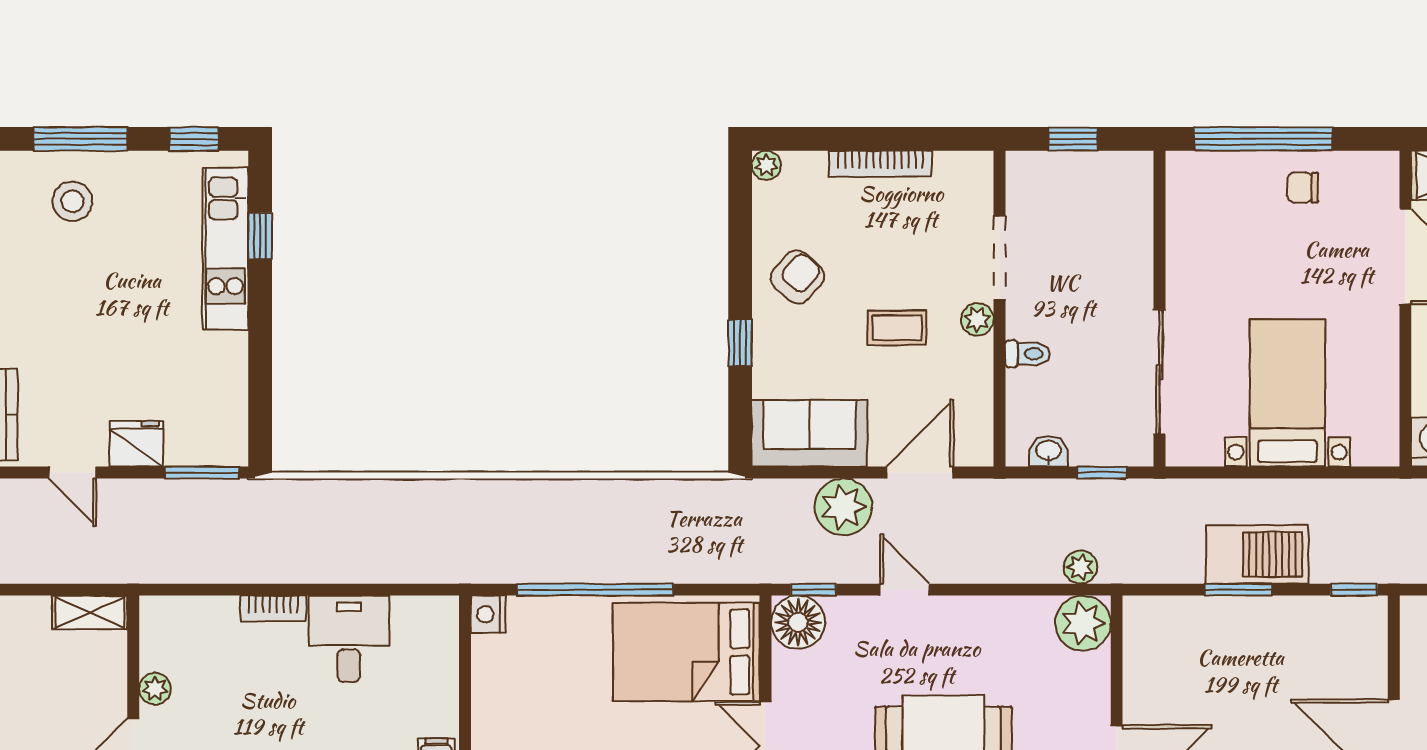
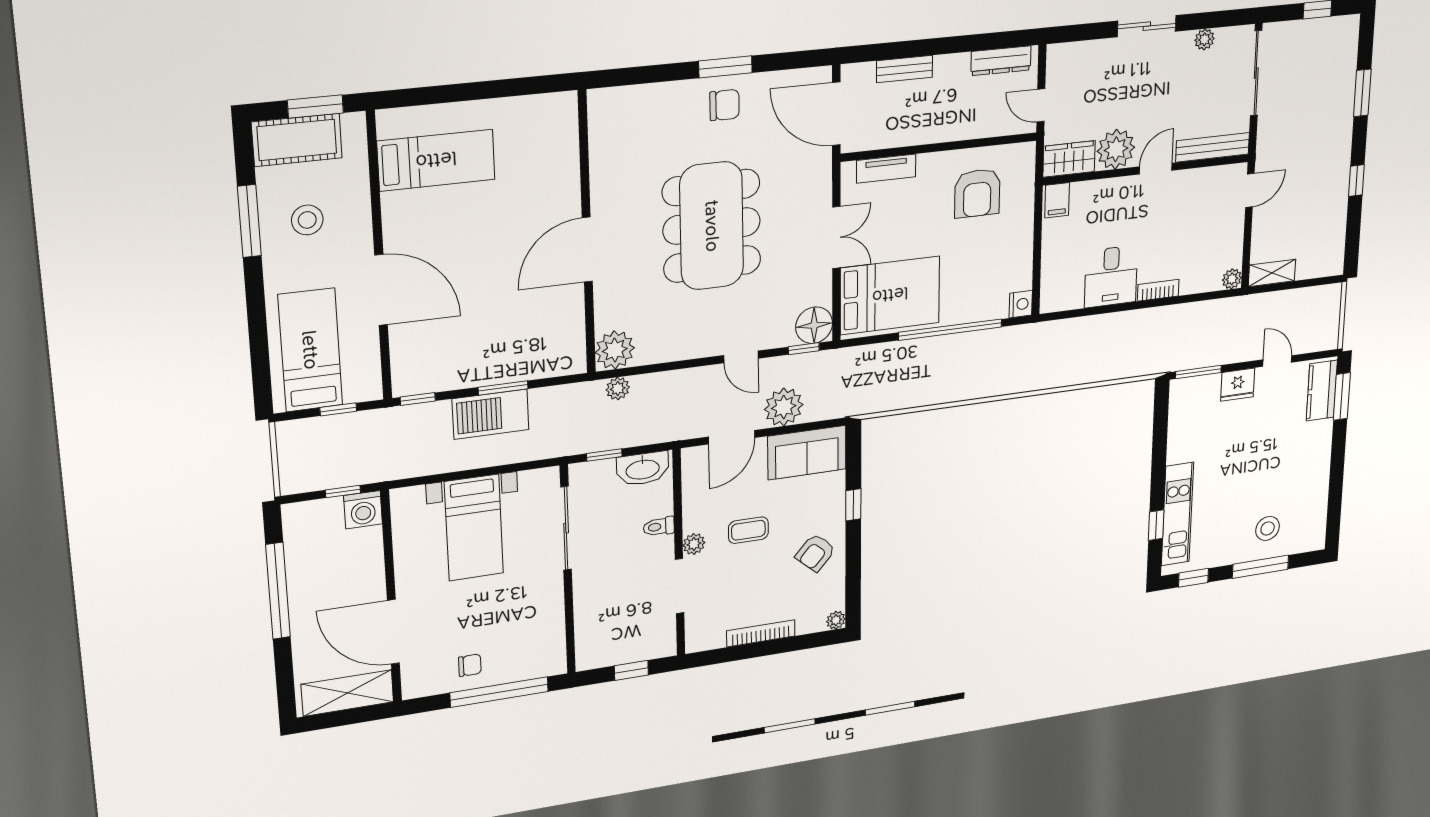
washbasin: (1049, 451) -> (643, 469), width x1.91, depth x1.45
plant: (155, 689) -> (1232, 279), moved

